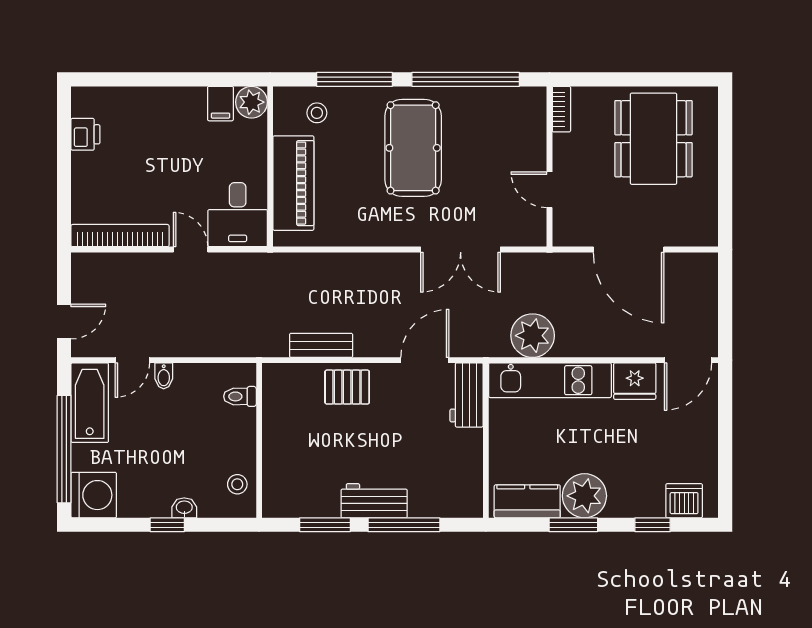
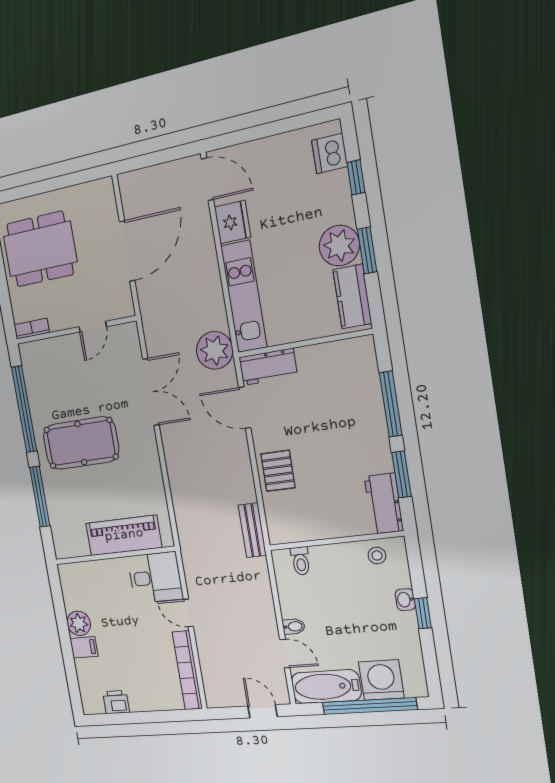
plant: (251, 102) -> (79, 623), moved
filing cabinet: (220, 104) -> (84, 647), moved
stool: (317, 113) -> (69, 523), removed
door: (191, 250) -> (188, 613), hinge flipped
plant: (533, 336) -> (215, 350), moved
bench: (321, 345) -> (252, 530), moved
washing machine: (94, 495) -> (381, 680), moved
workbench: (374, 501) -> (384, 504), moved

